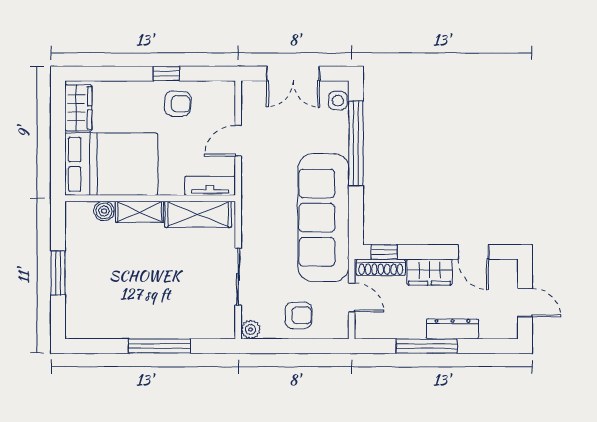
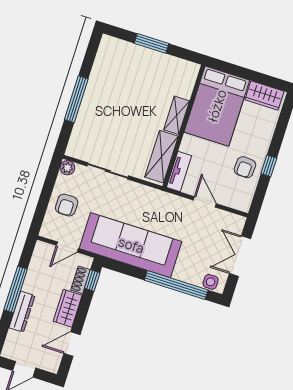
boiler: (104, 211) -> (185, 90), removed
shoe rack: (381, 267) -> (80, 280), width x0.70

